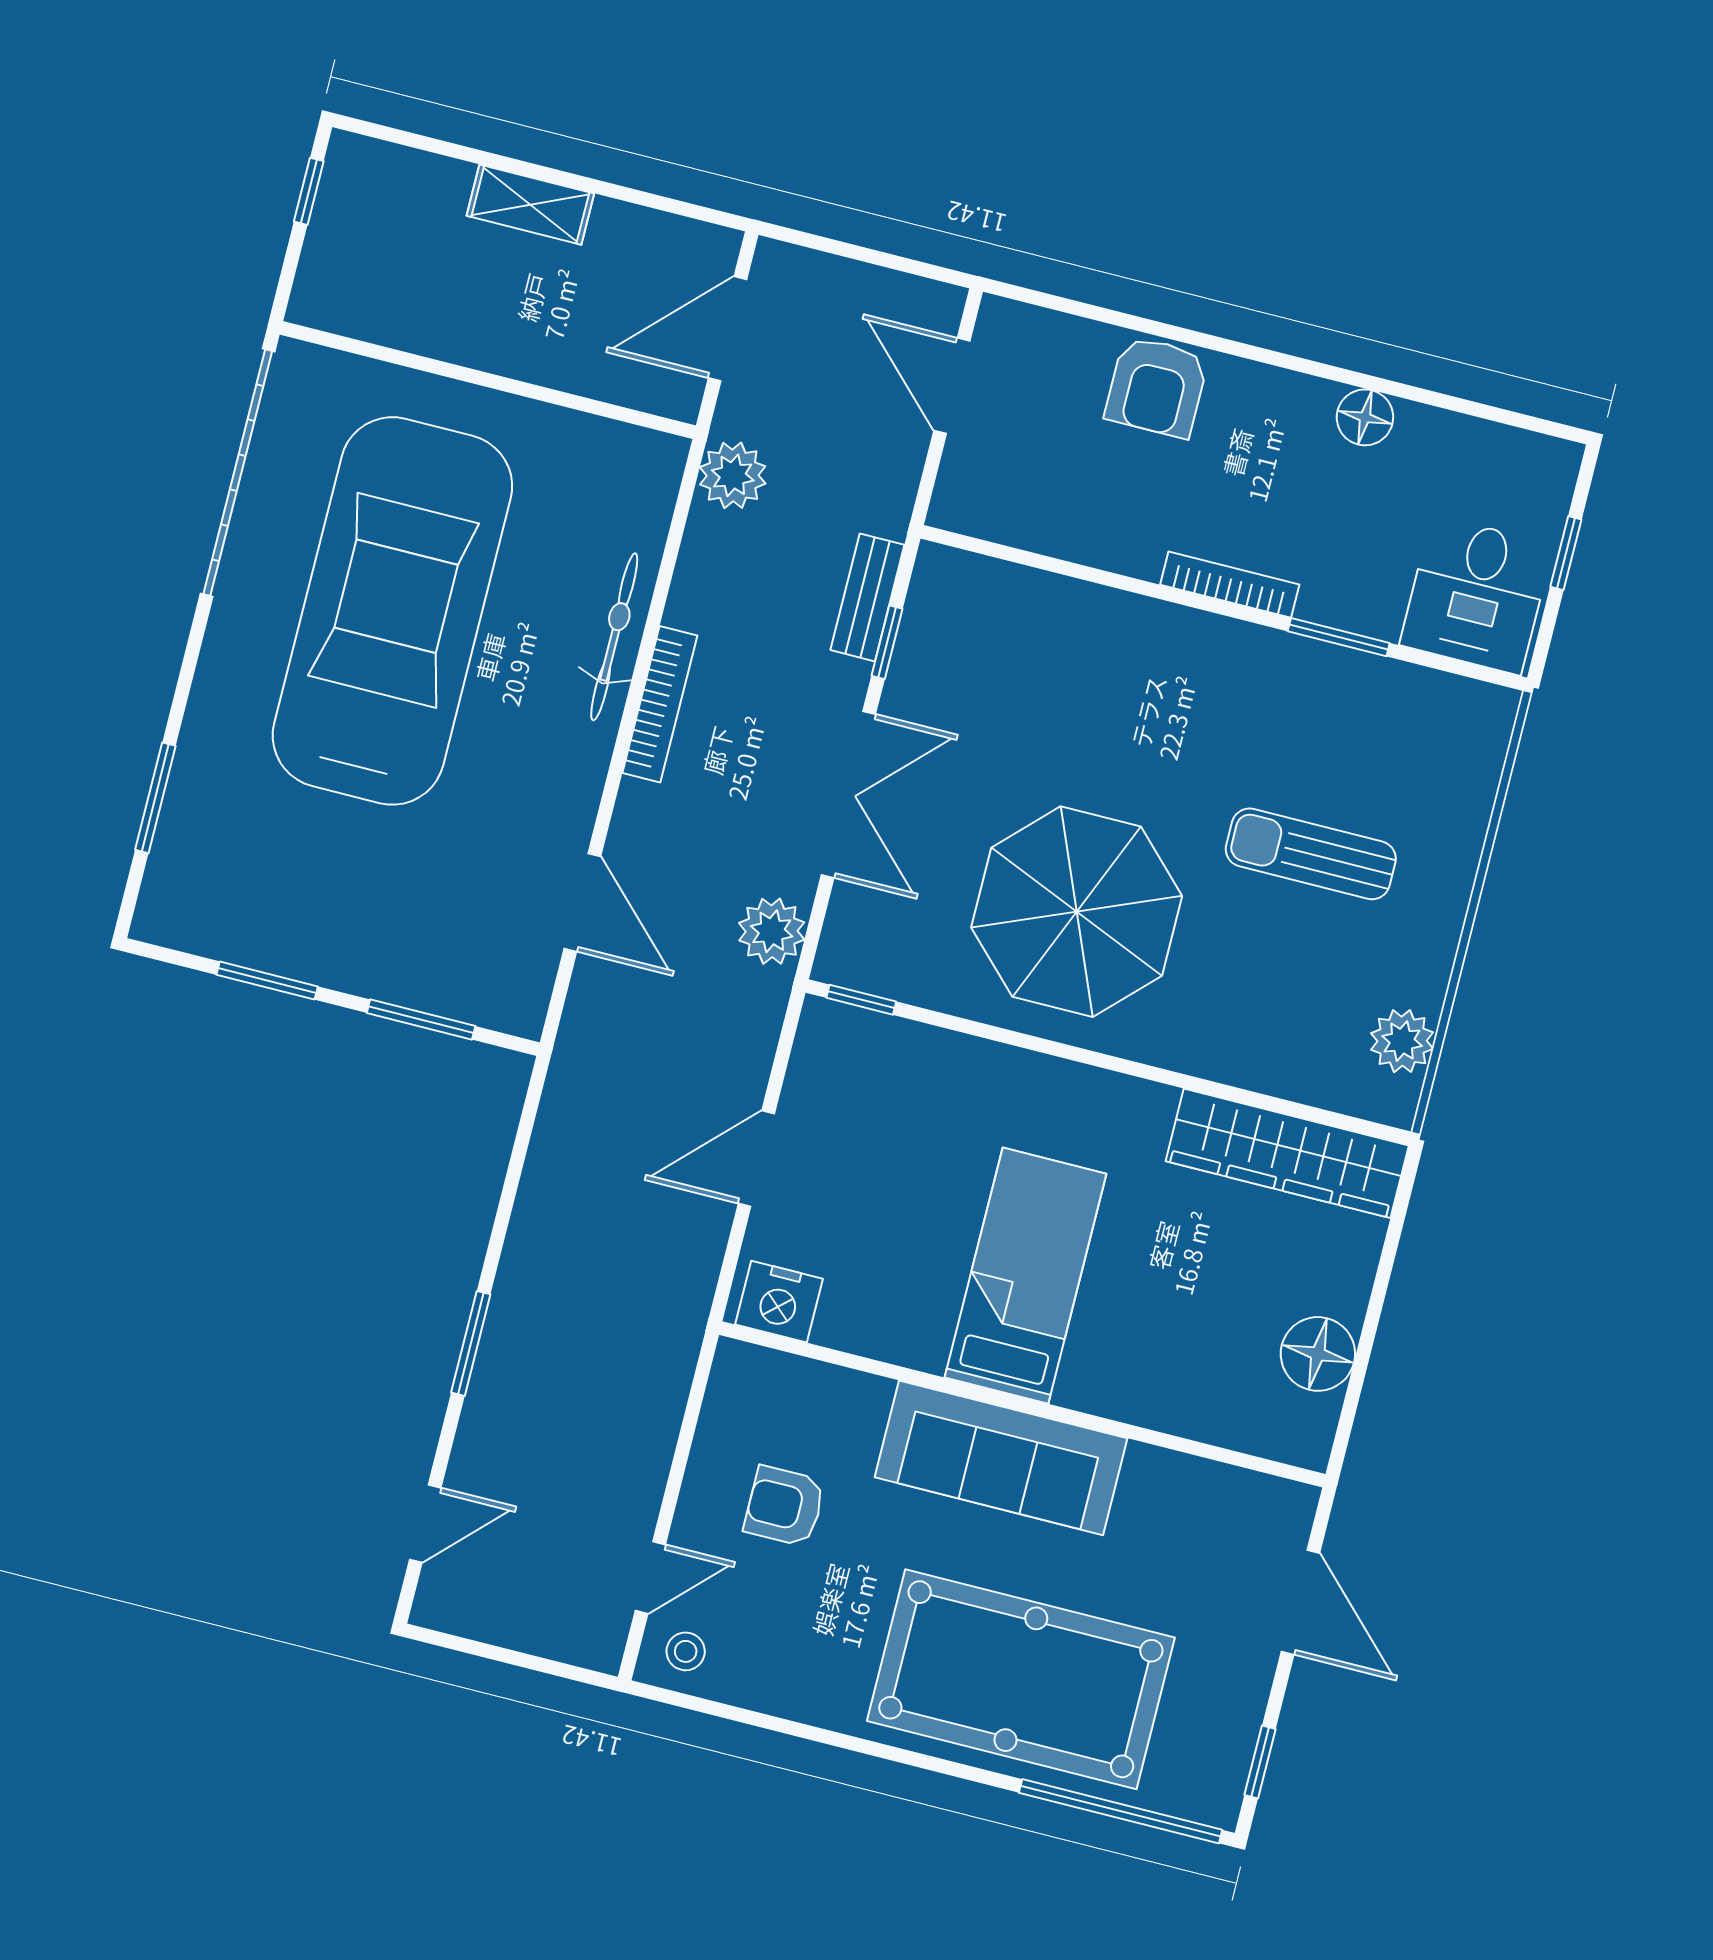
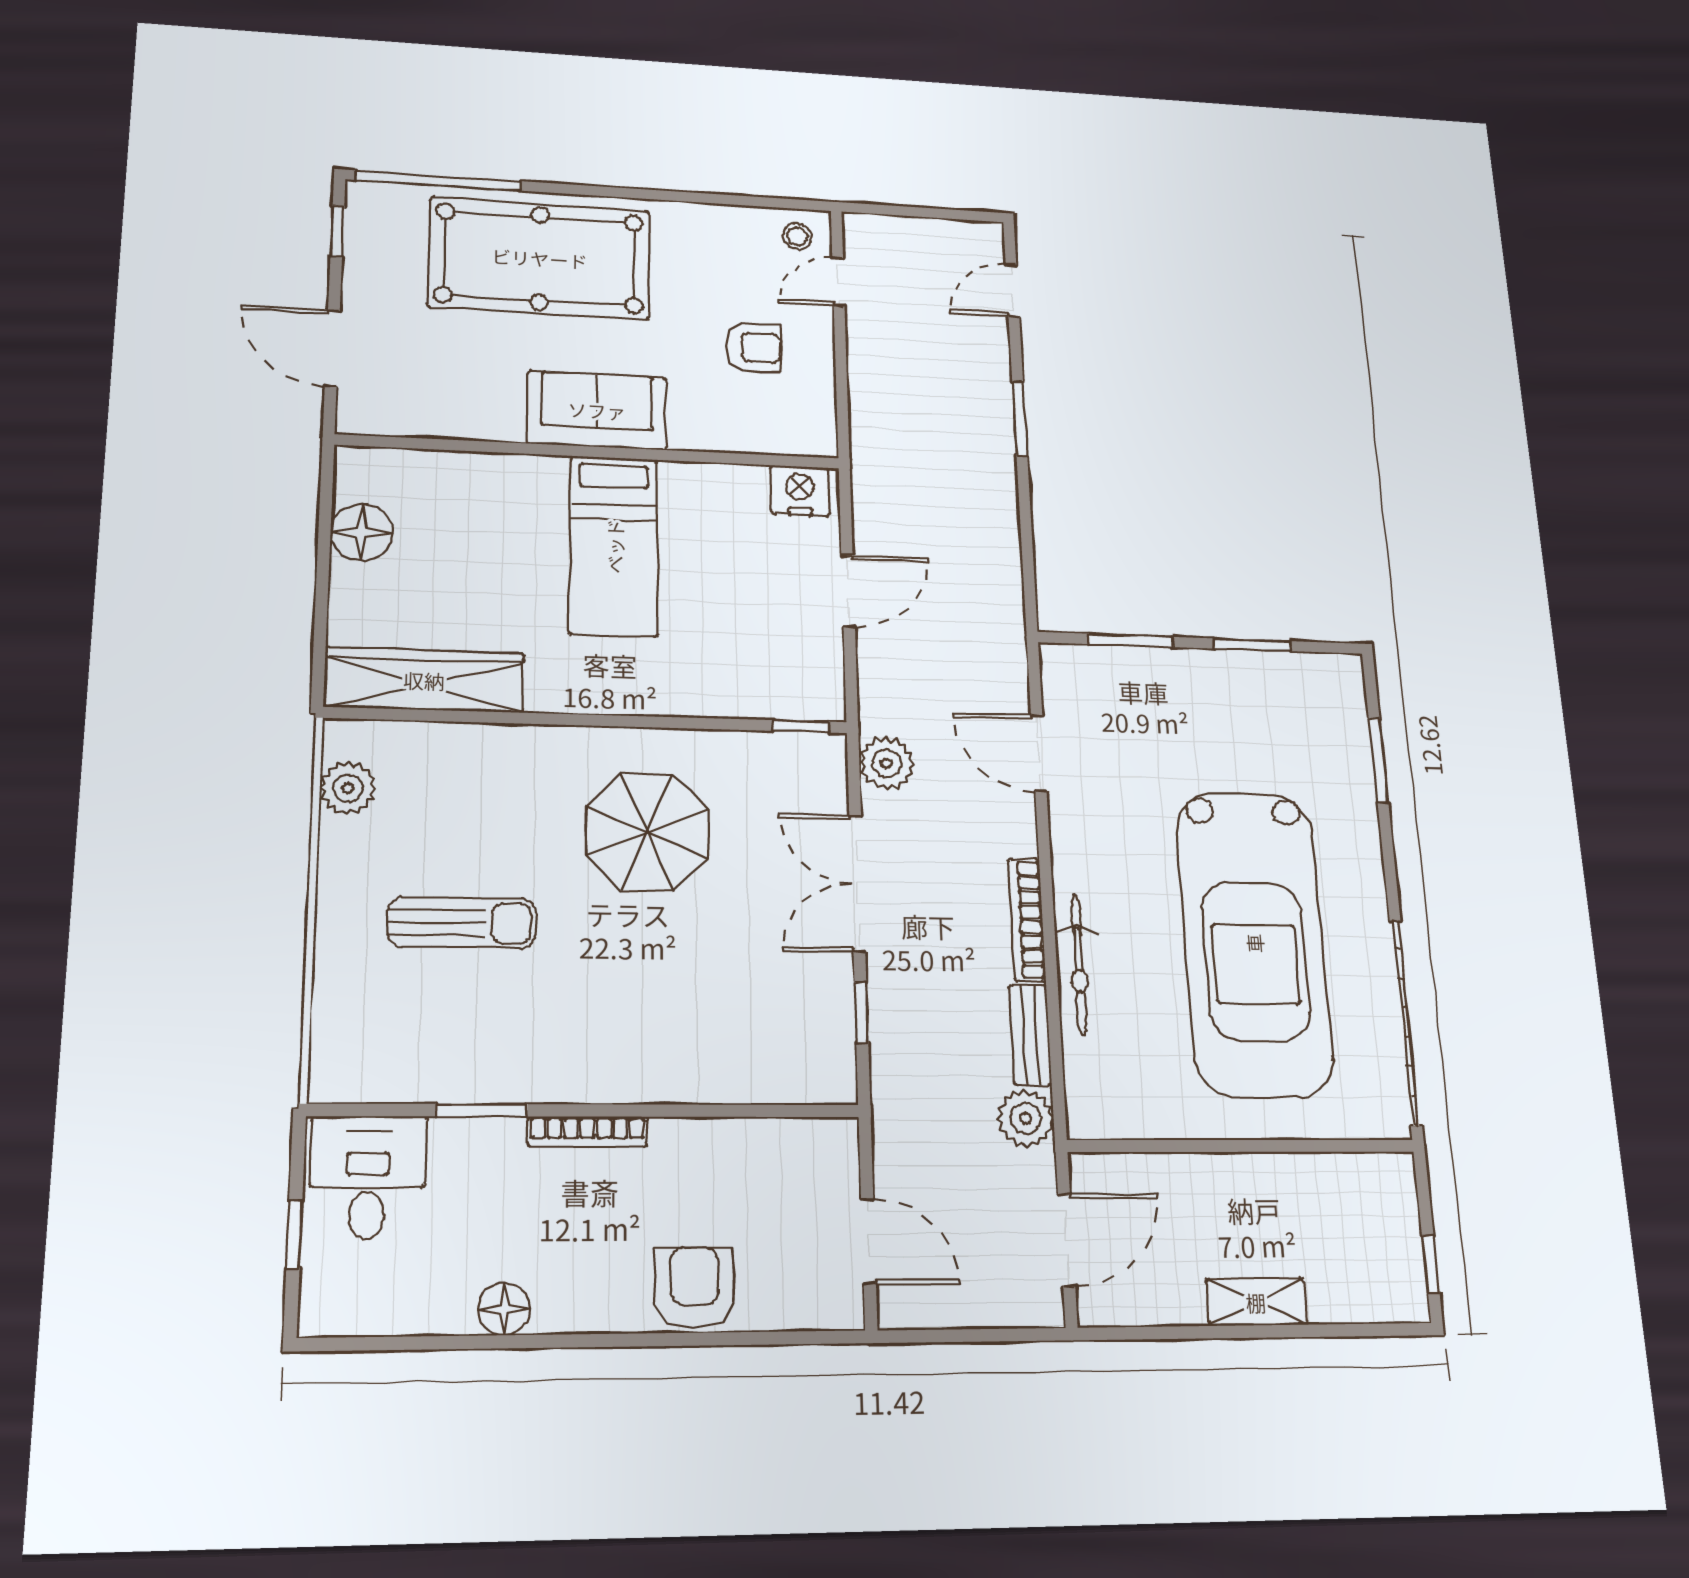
bench: (867, 597) -> (1030, 1035), moved
parasol: (1077, 912) -> (647, 832), width x0.73, depth x0.73
sofa: (1001, 1458) -> (597, 410), width x0.73

